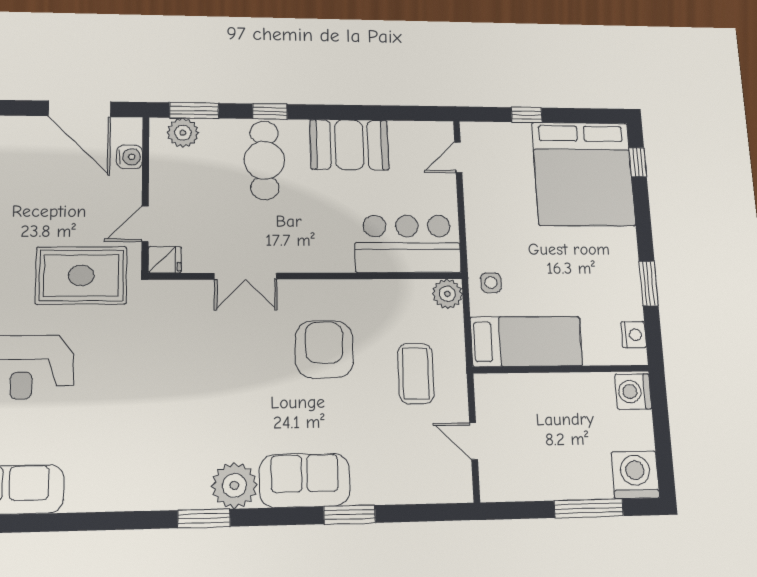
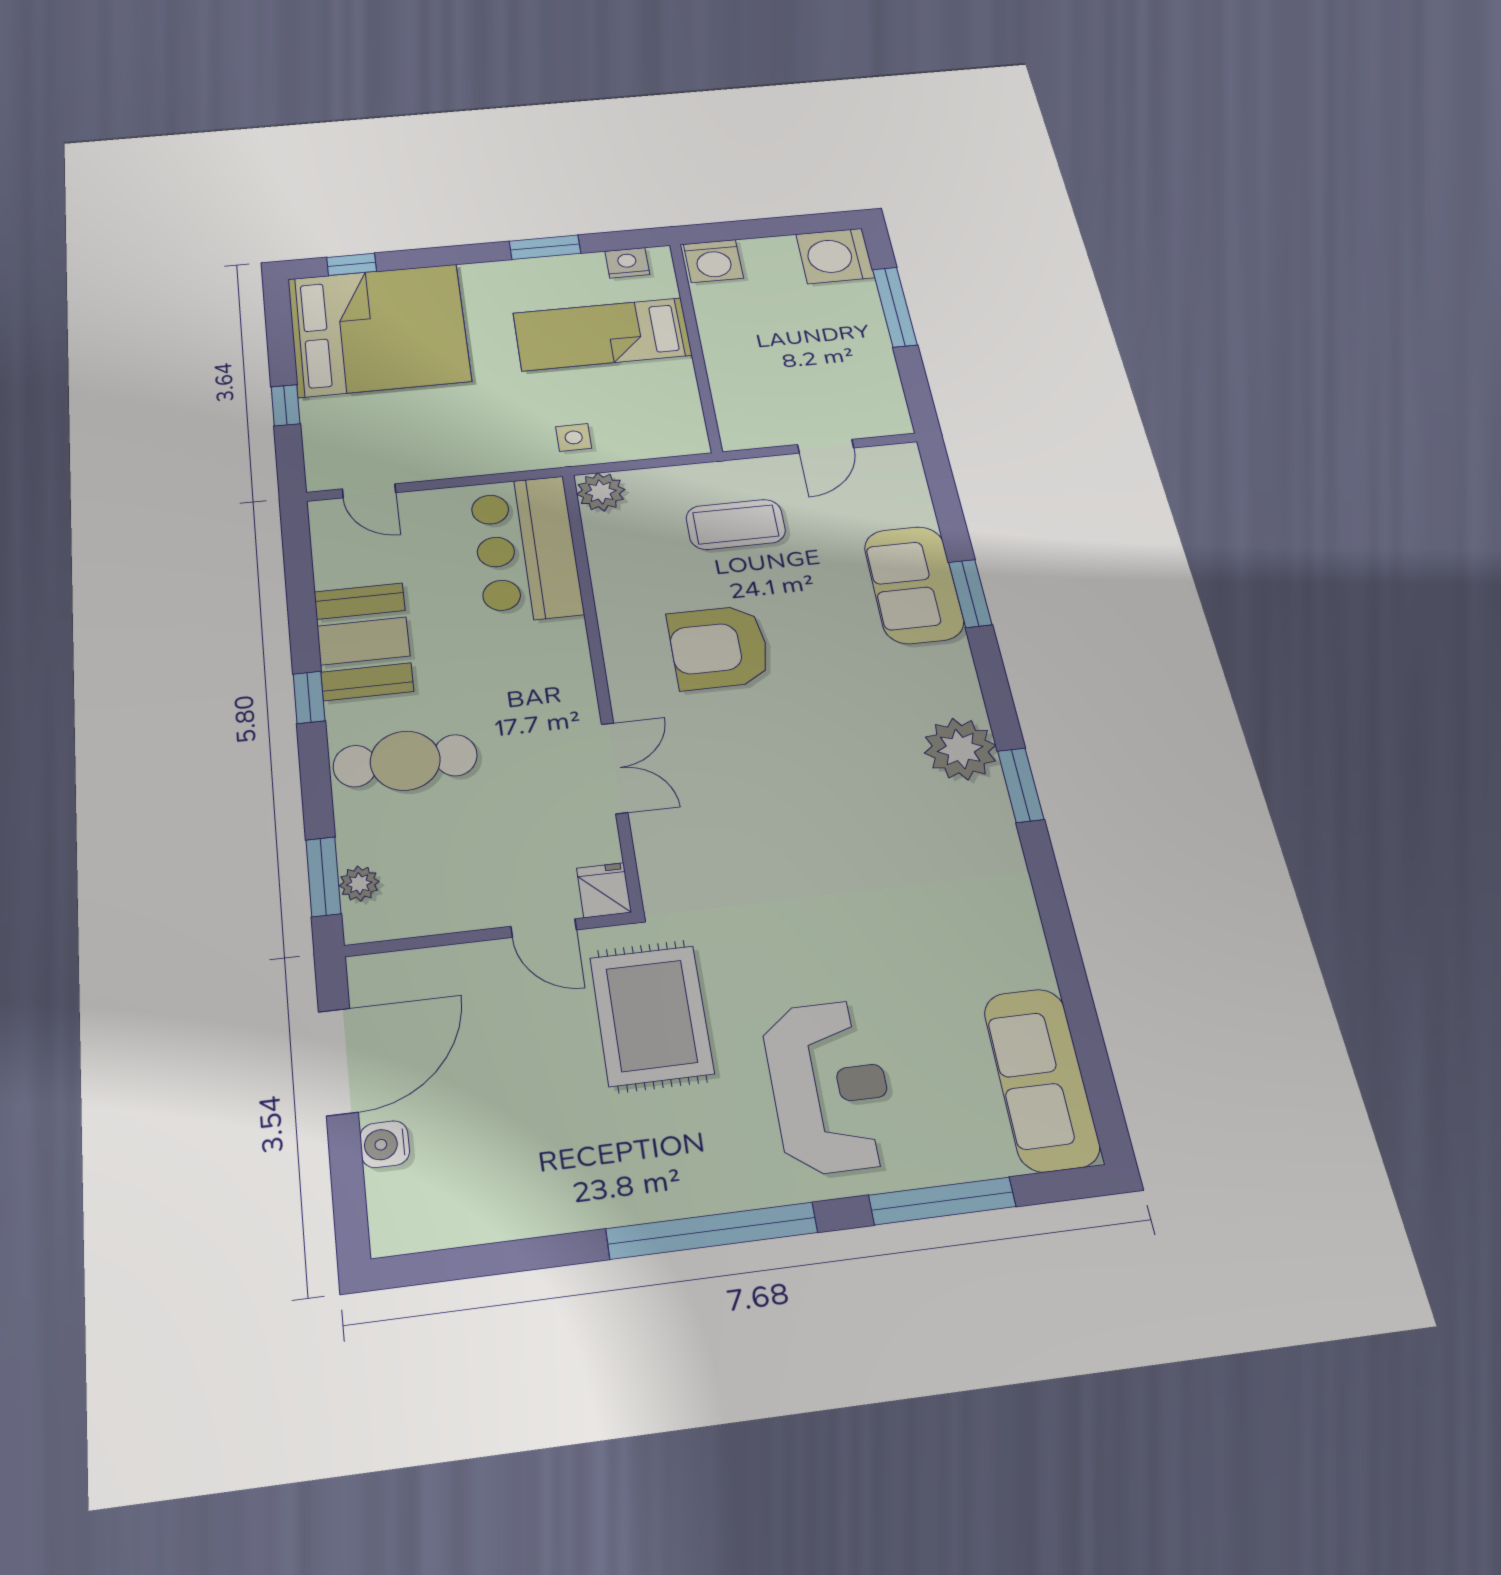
window: (270, 111) -> (309, 697), moved
plant: (183, 133) -> (359, 884), width x0.73, depth x0.73
water cooler: (130, 157) -> (385, 1144), moved, turned -90
bed: (526, 341) -> (602, 334), moved, turned -90
sofa: (305, 480) -> (914, 585), moved

